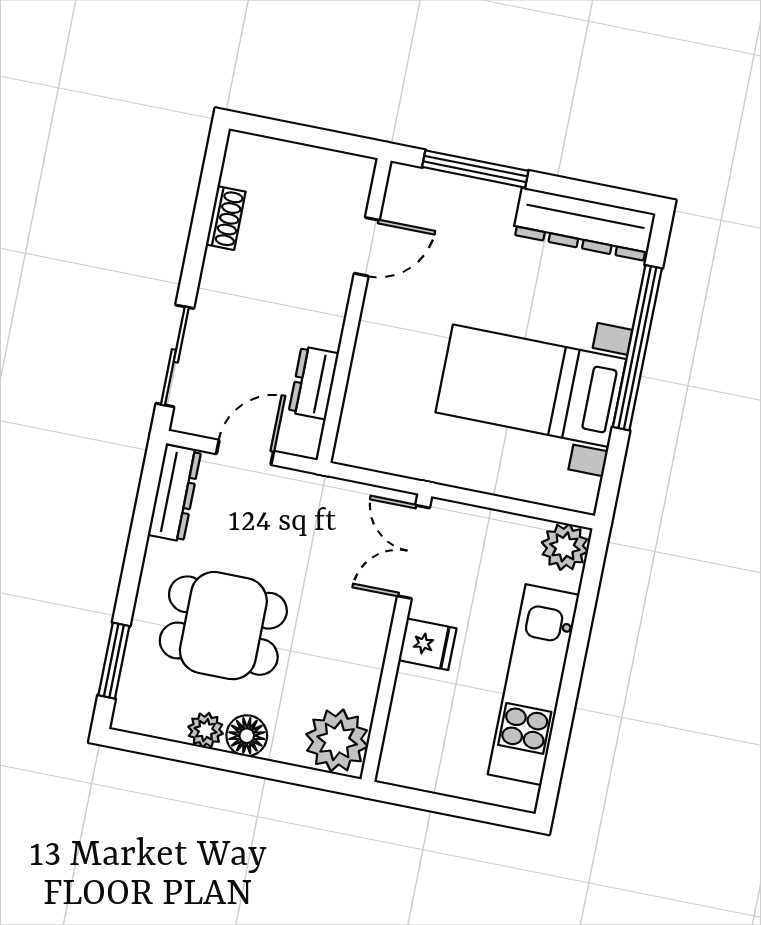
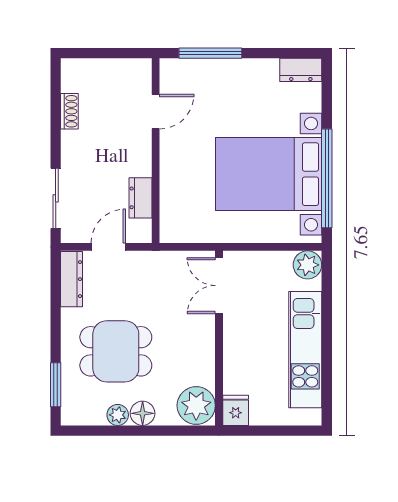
dresser: (584, 224) -> (301, 70), width x0.51, depth x0.80
window: (637, 348) -> (327, 178), moved
bed with nightstands: (531, 386) -> (269, 174), width x1.36
fridge: (427, 644) -> (236, 410), moved, turned -90

